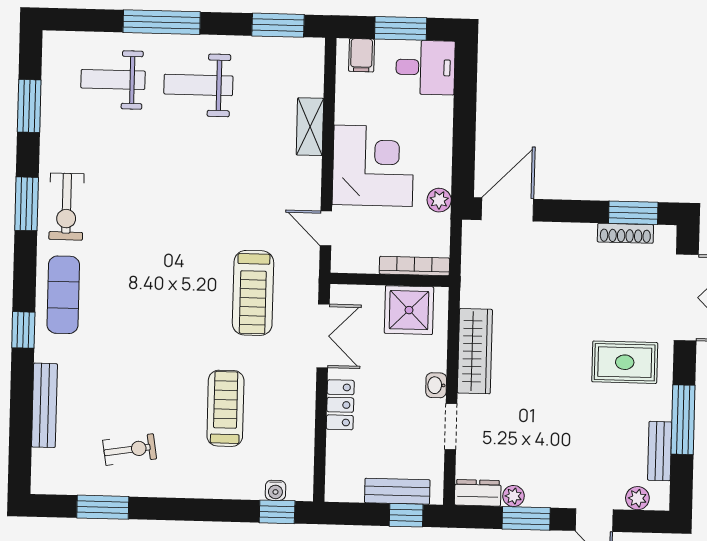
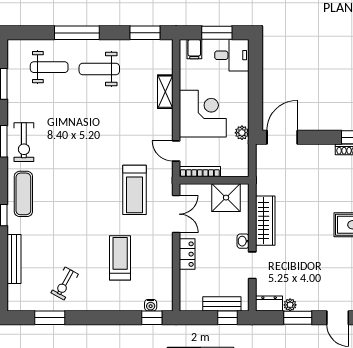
weight bench: (113, 79) -> (49, 67), turned 180
bookcase: (414, 266) -> (200, 172), moved
exercise bike: (130, 450) -> (65, 284), turned 128

